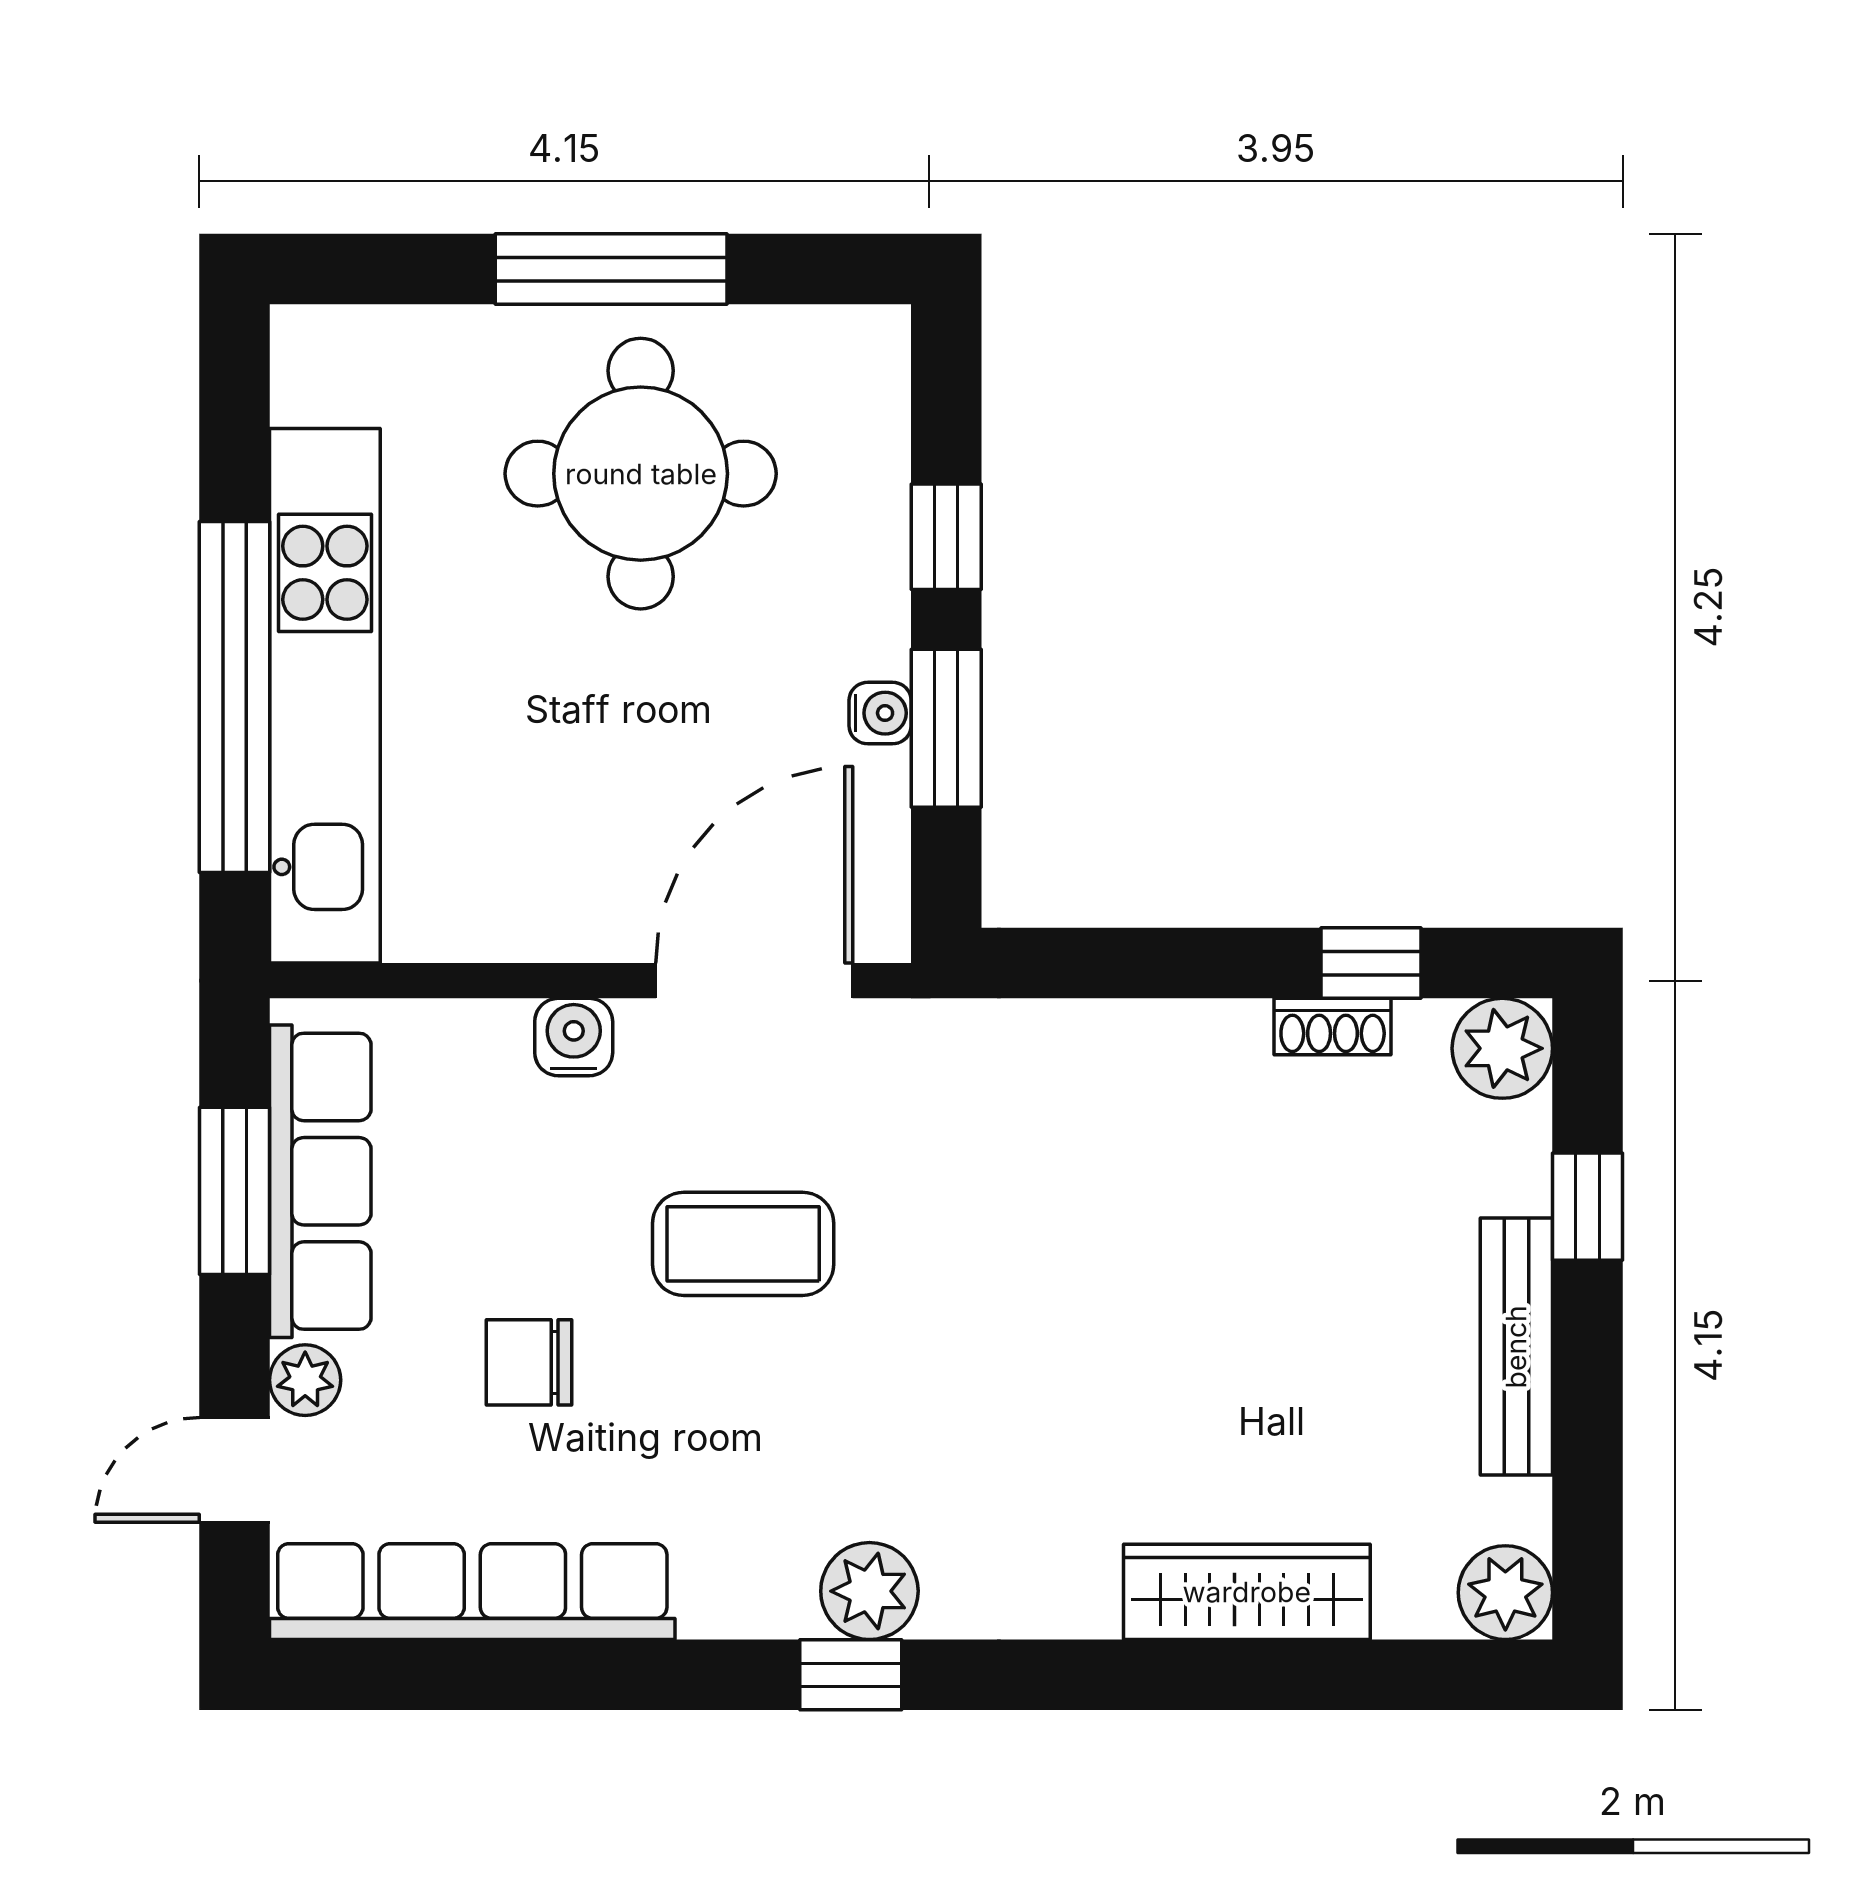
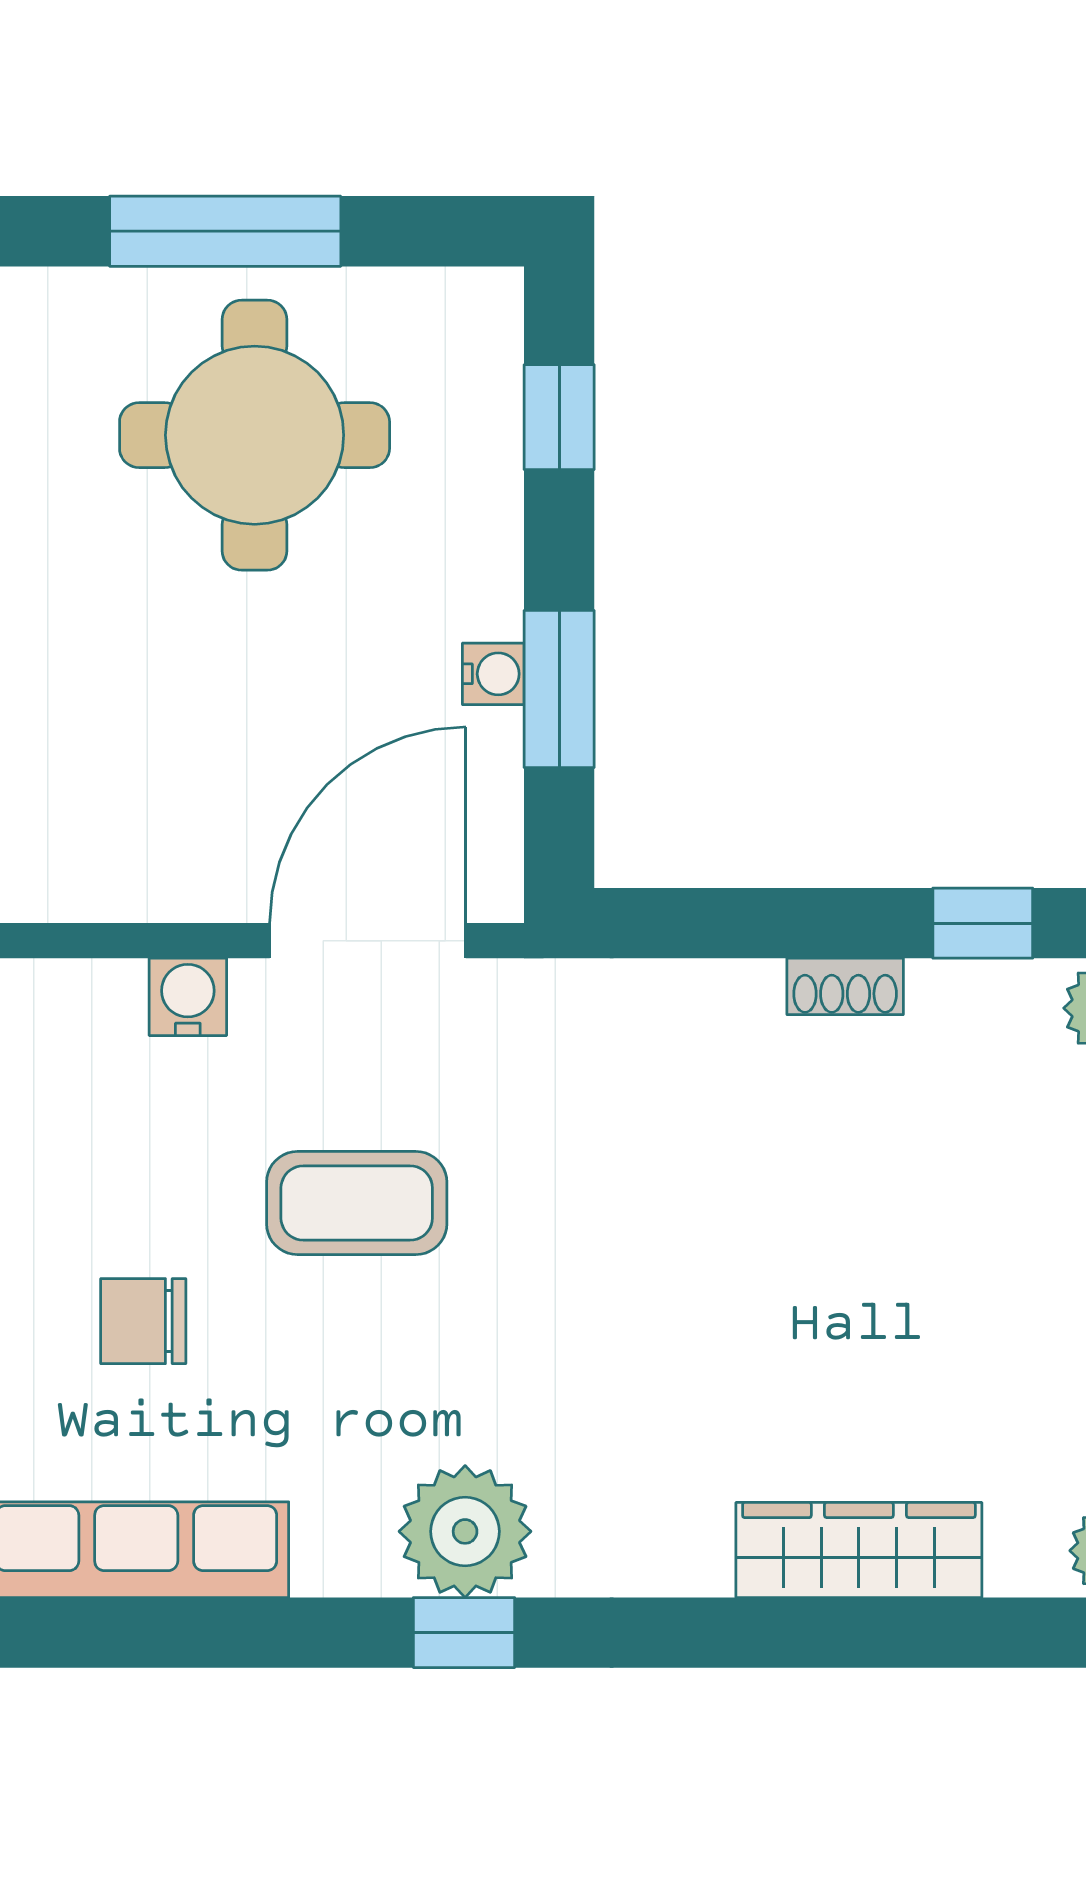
window: (946, 537) -> (559, 417), moved
shoe rack: (1333, 1027) -> (845, 986), moved
plant: (869, 1591) -> (465, 1531), width x1.36, depth x1.36

